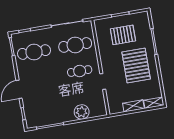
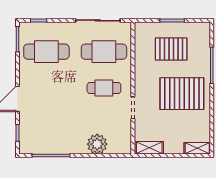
pallet: (136, 66) -> (182, 94), turned 90
shelving: (133, 106) -> (149, 148), moved

